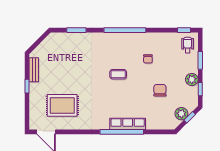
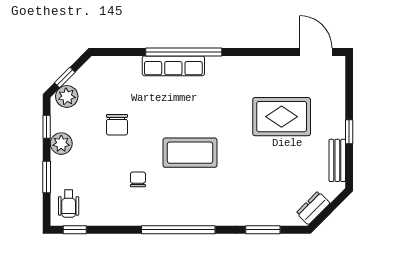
dresser: (48, 43) -> (313, 208), added
coffee table: (118, 74) -> (190, 153), width x1.86, depth x1.72
rug: (62, 105) -> (282, 117), moved
plant: (181, 114) -> (67, 96), moved

